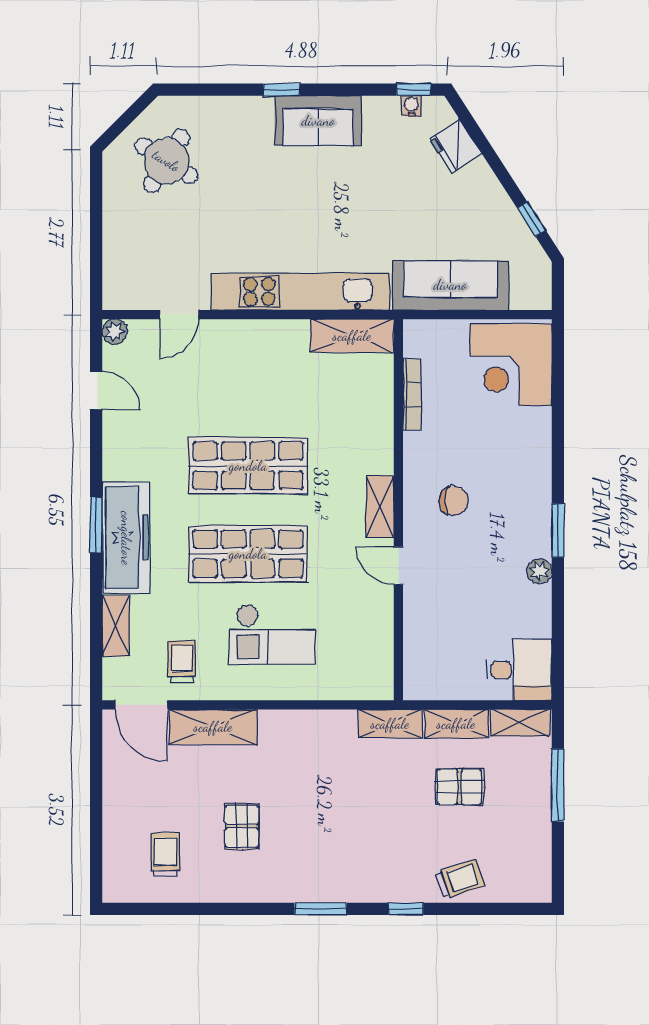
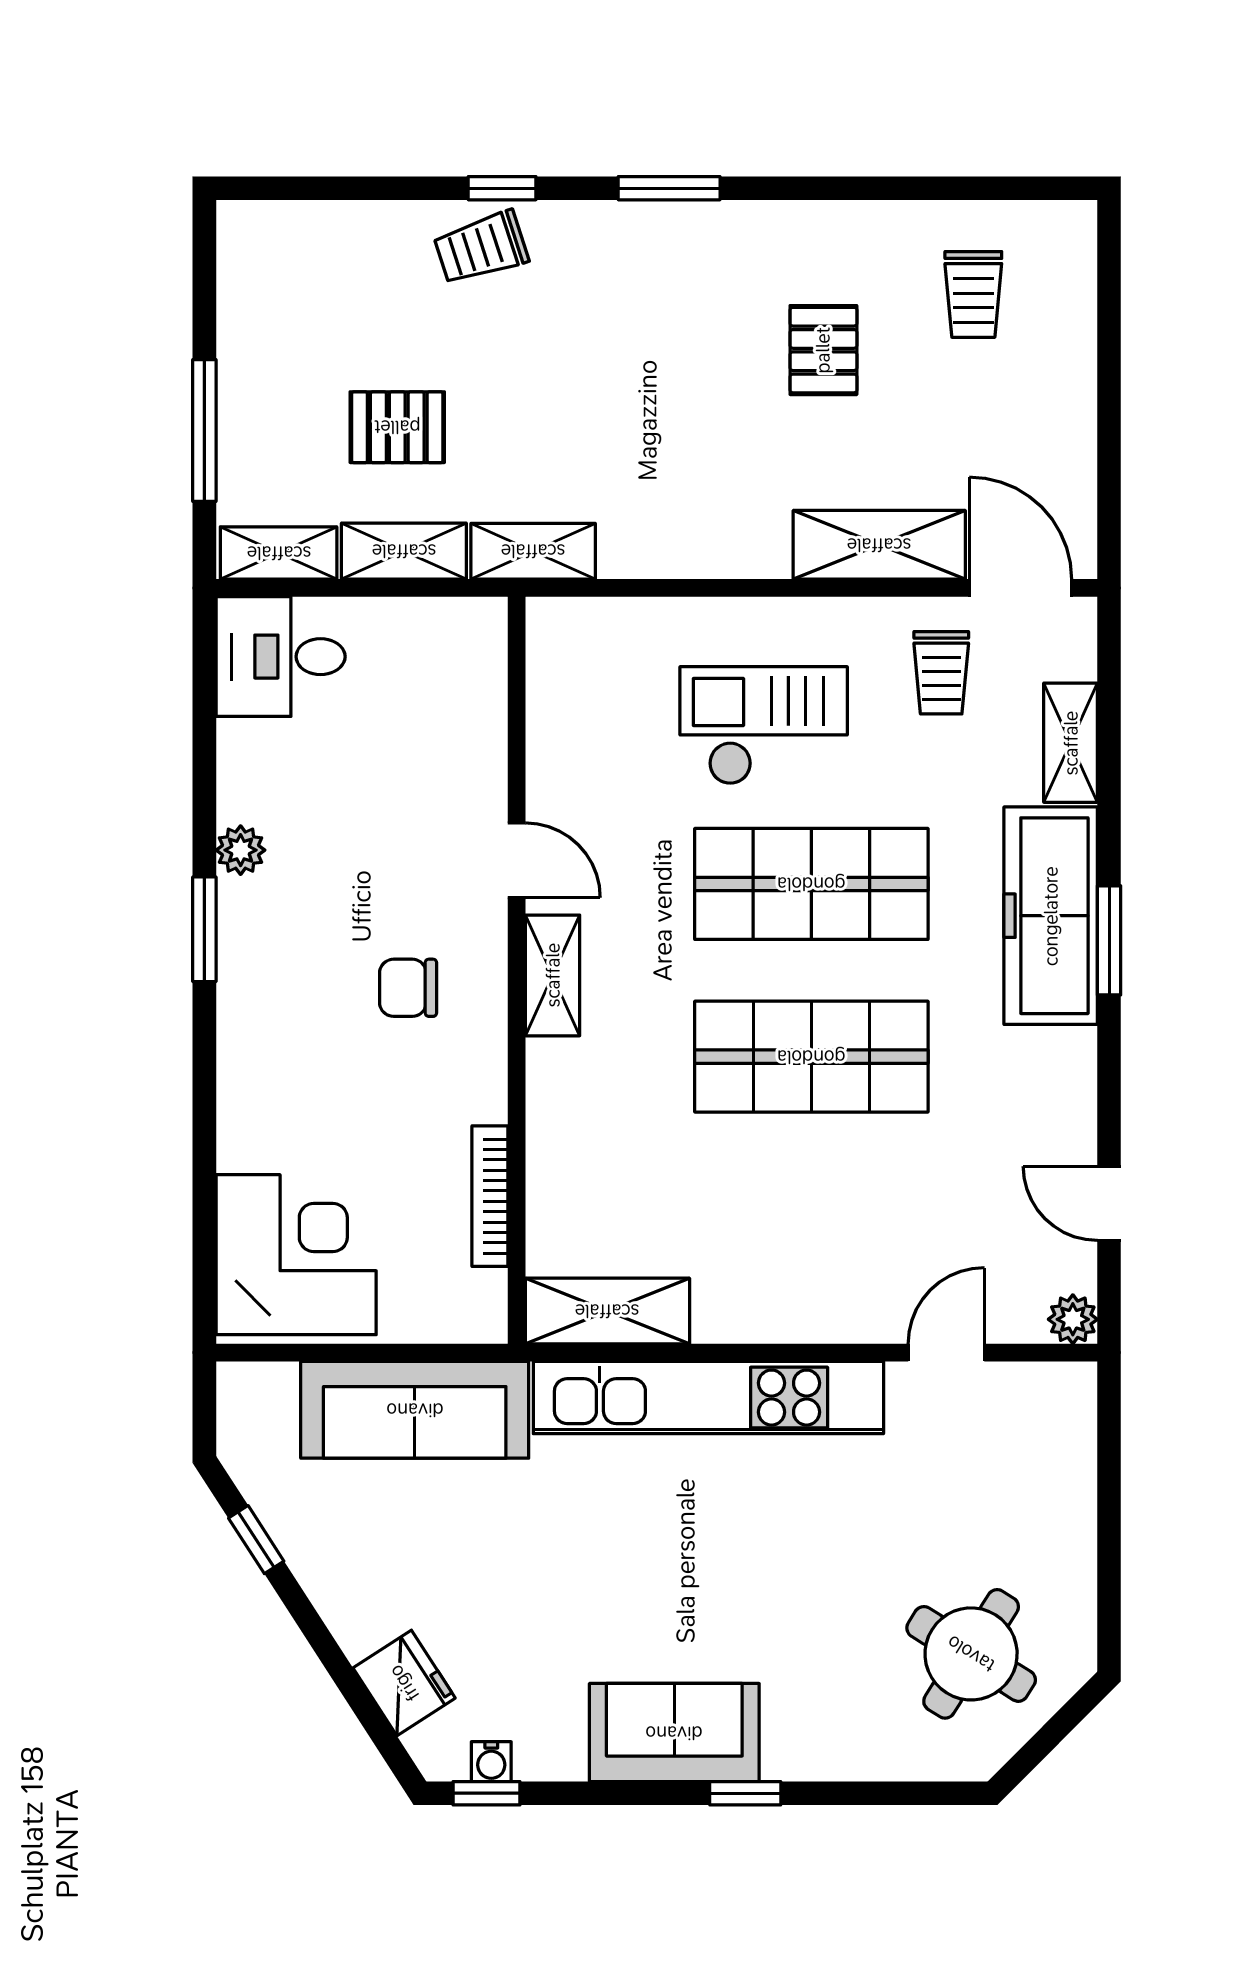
trolley: (460, 879) -> (481, 248), moved

